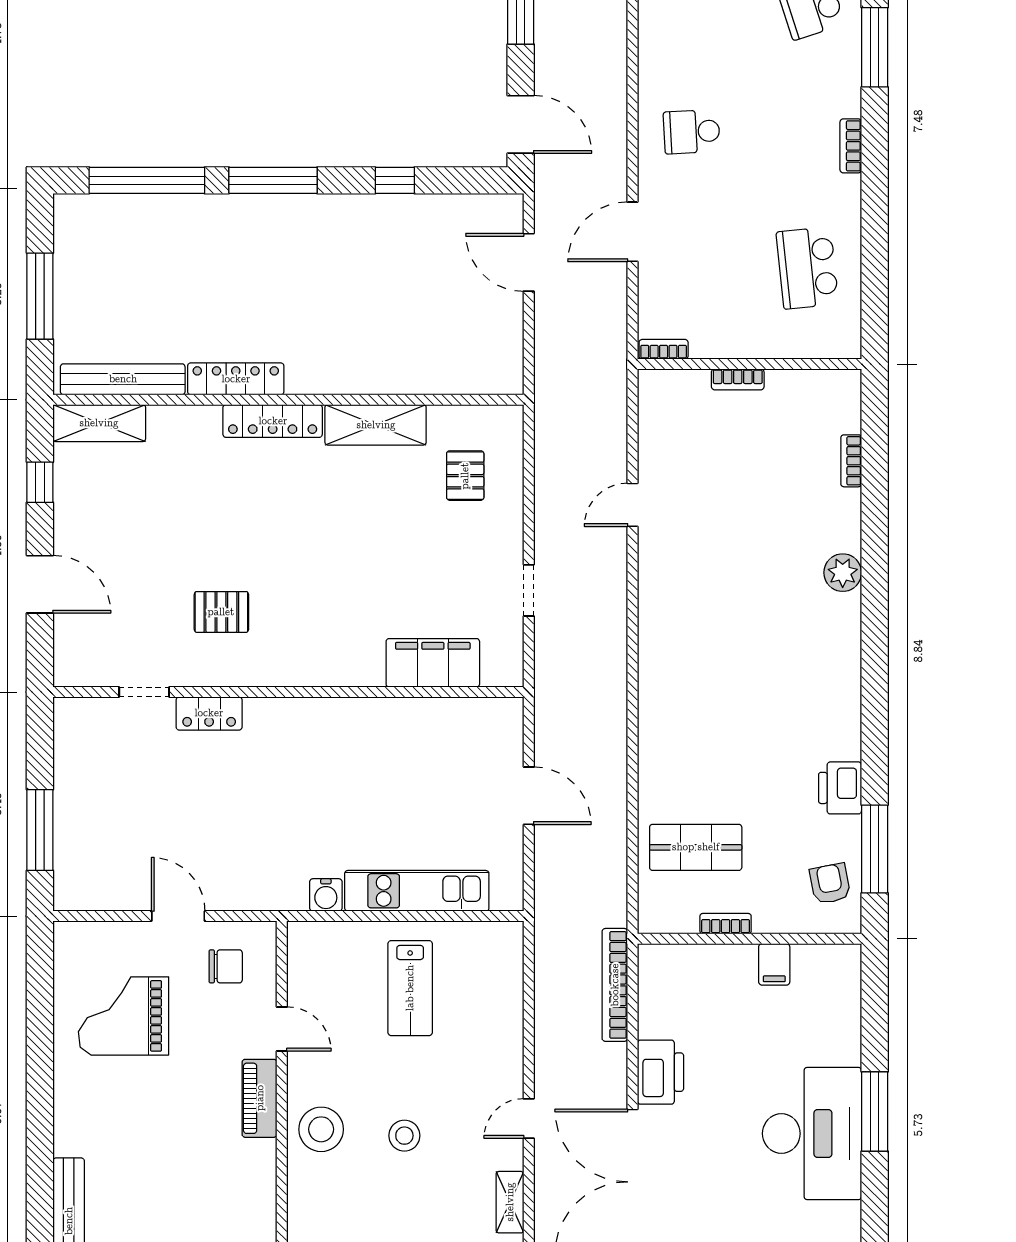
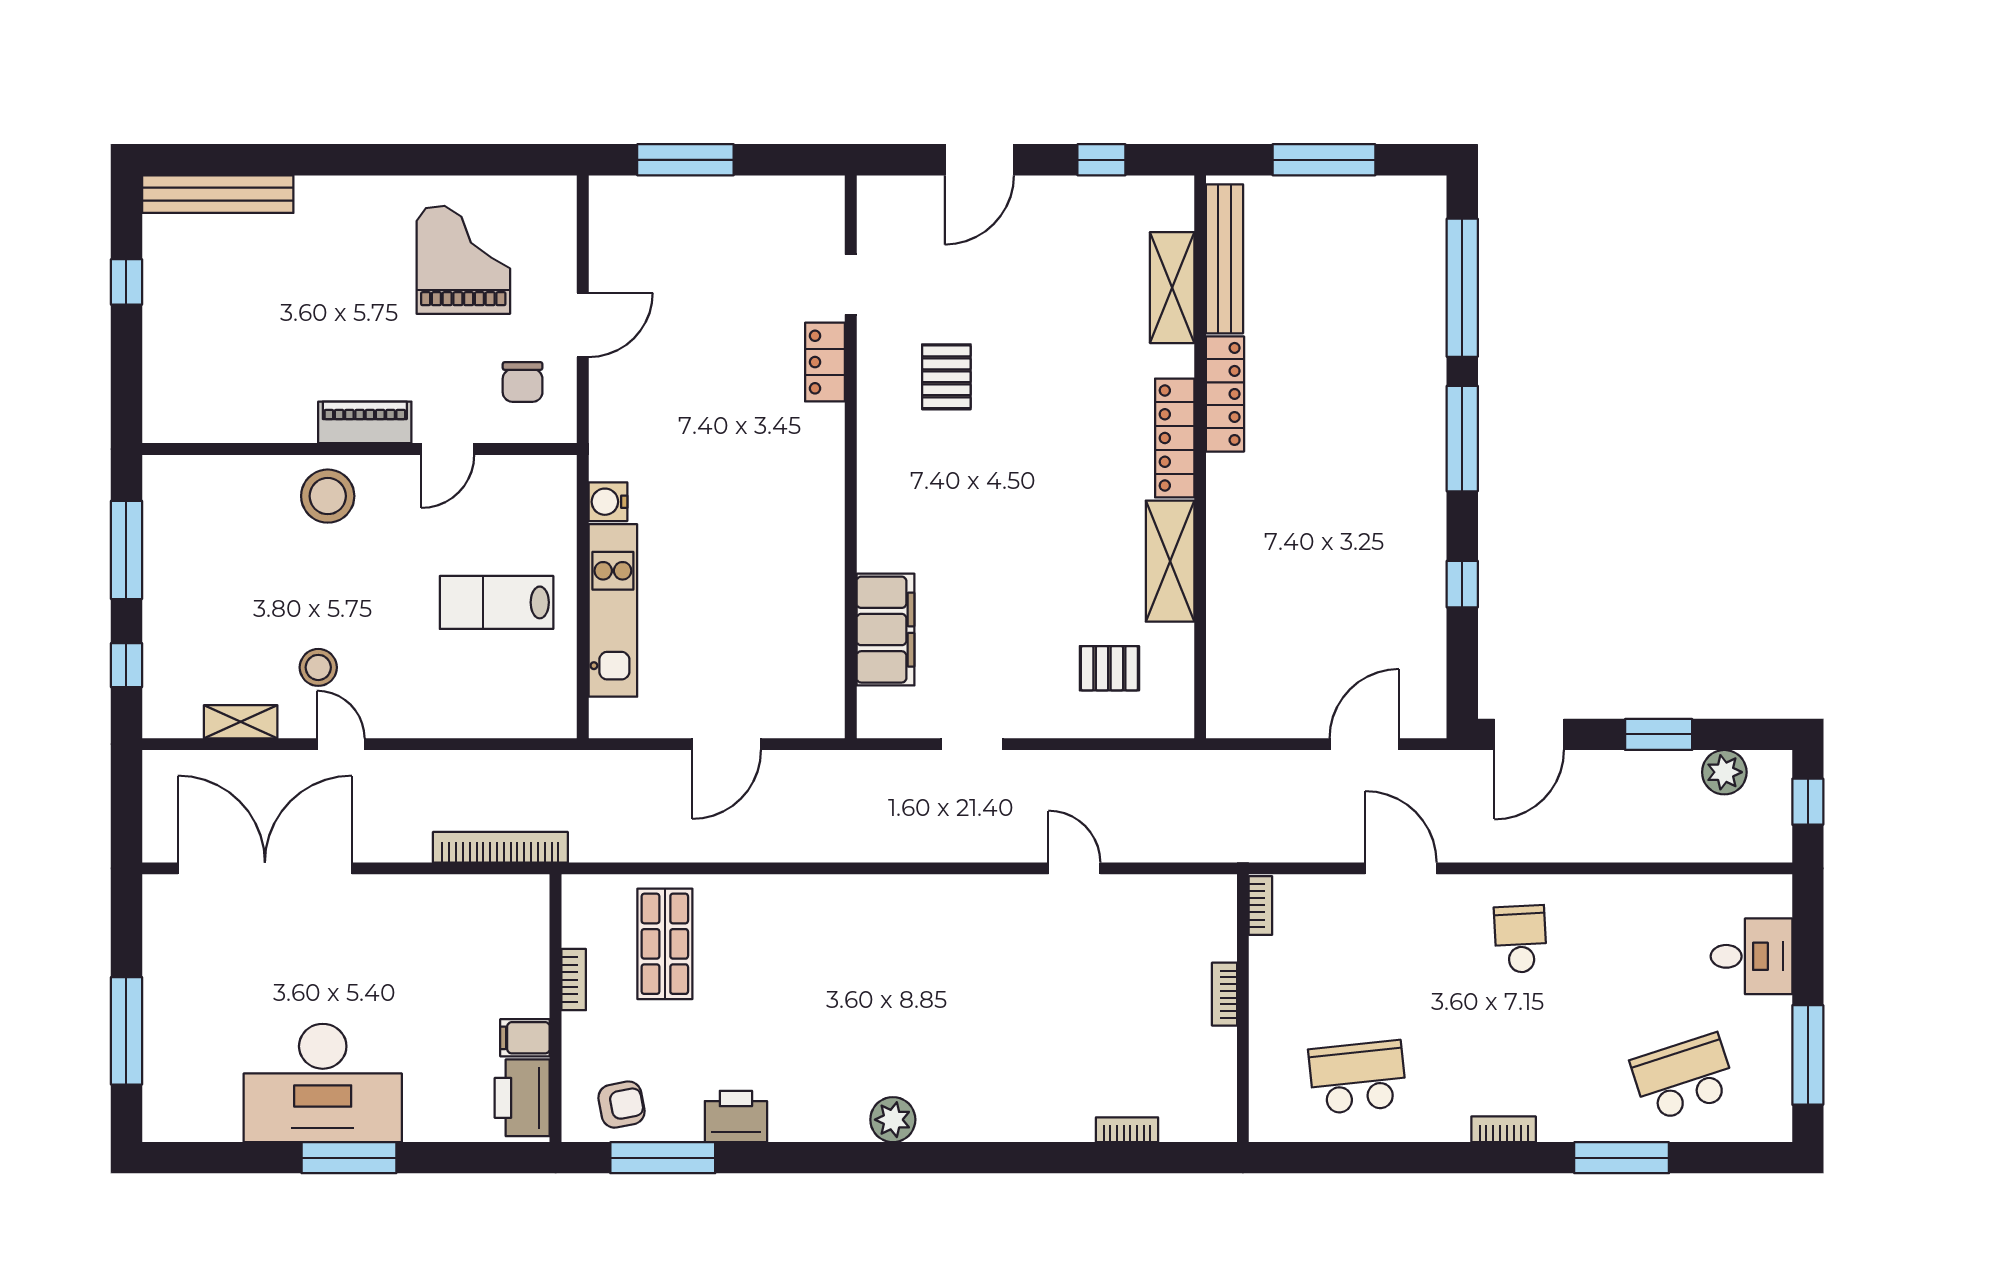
shelving: (99, 423) -> (1172, 288), moved
plant: (843, 573) -> (893, 1120), moved
printer: (660, 1072) -> (522, 1098), moved, turned 90
stool: (404, 1136) -> (318, 667), moved

